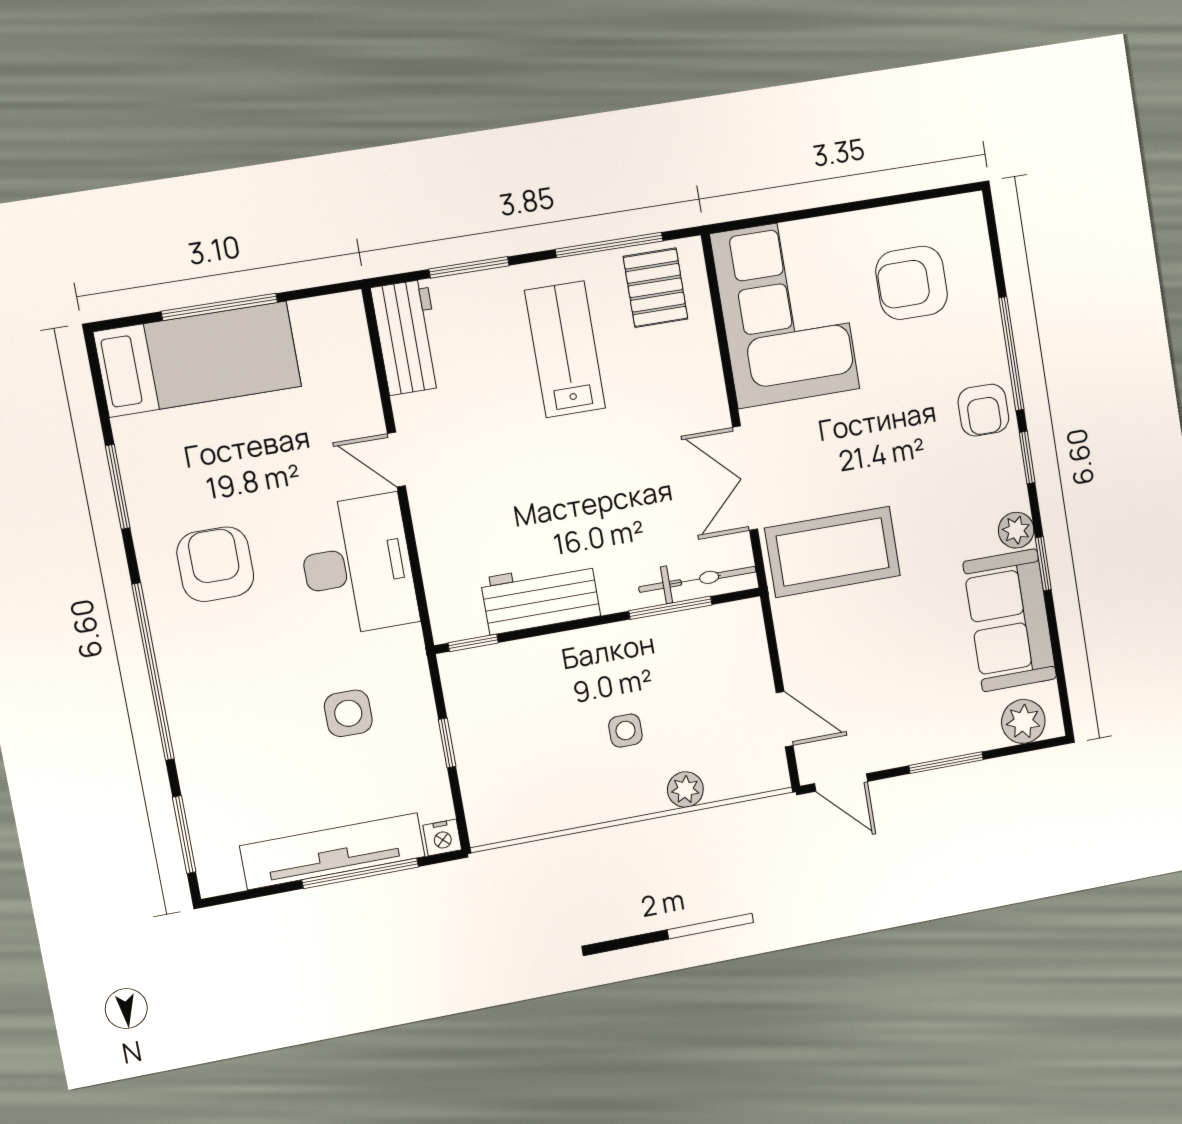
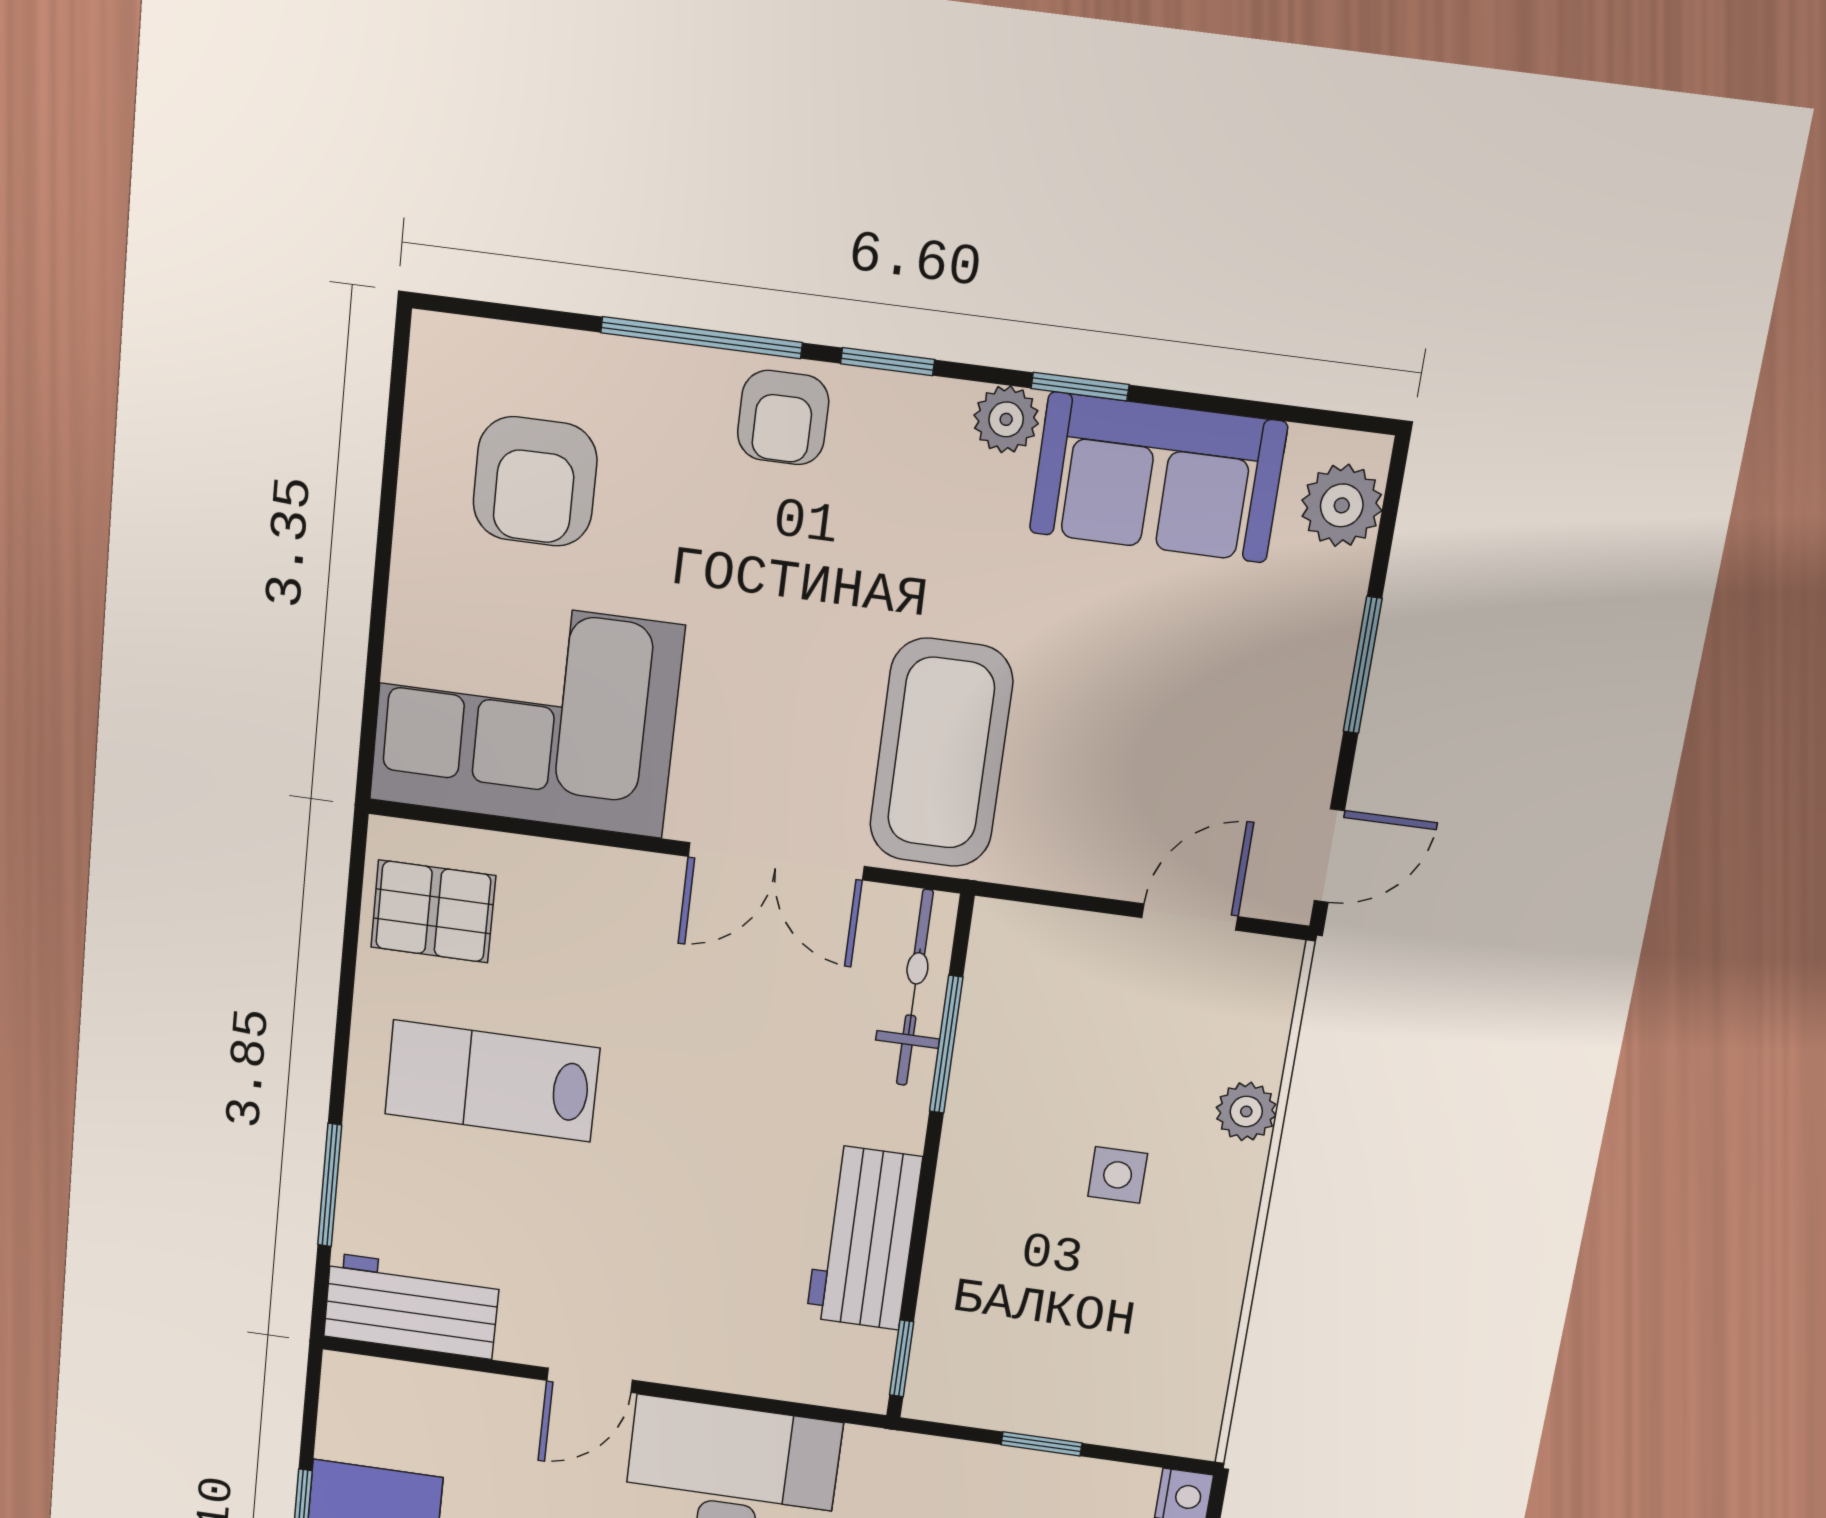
window: (609, 245) -> (349, 963), removed
armchair: (983, 410) -> (783, 418), turned 90

